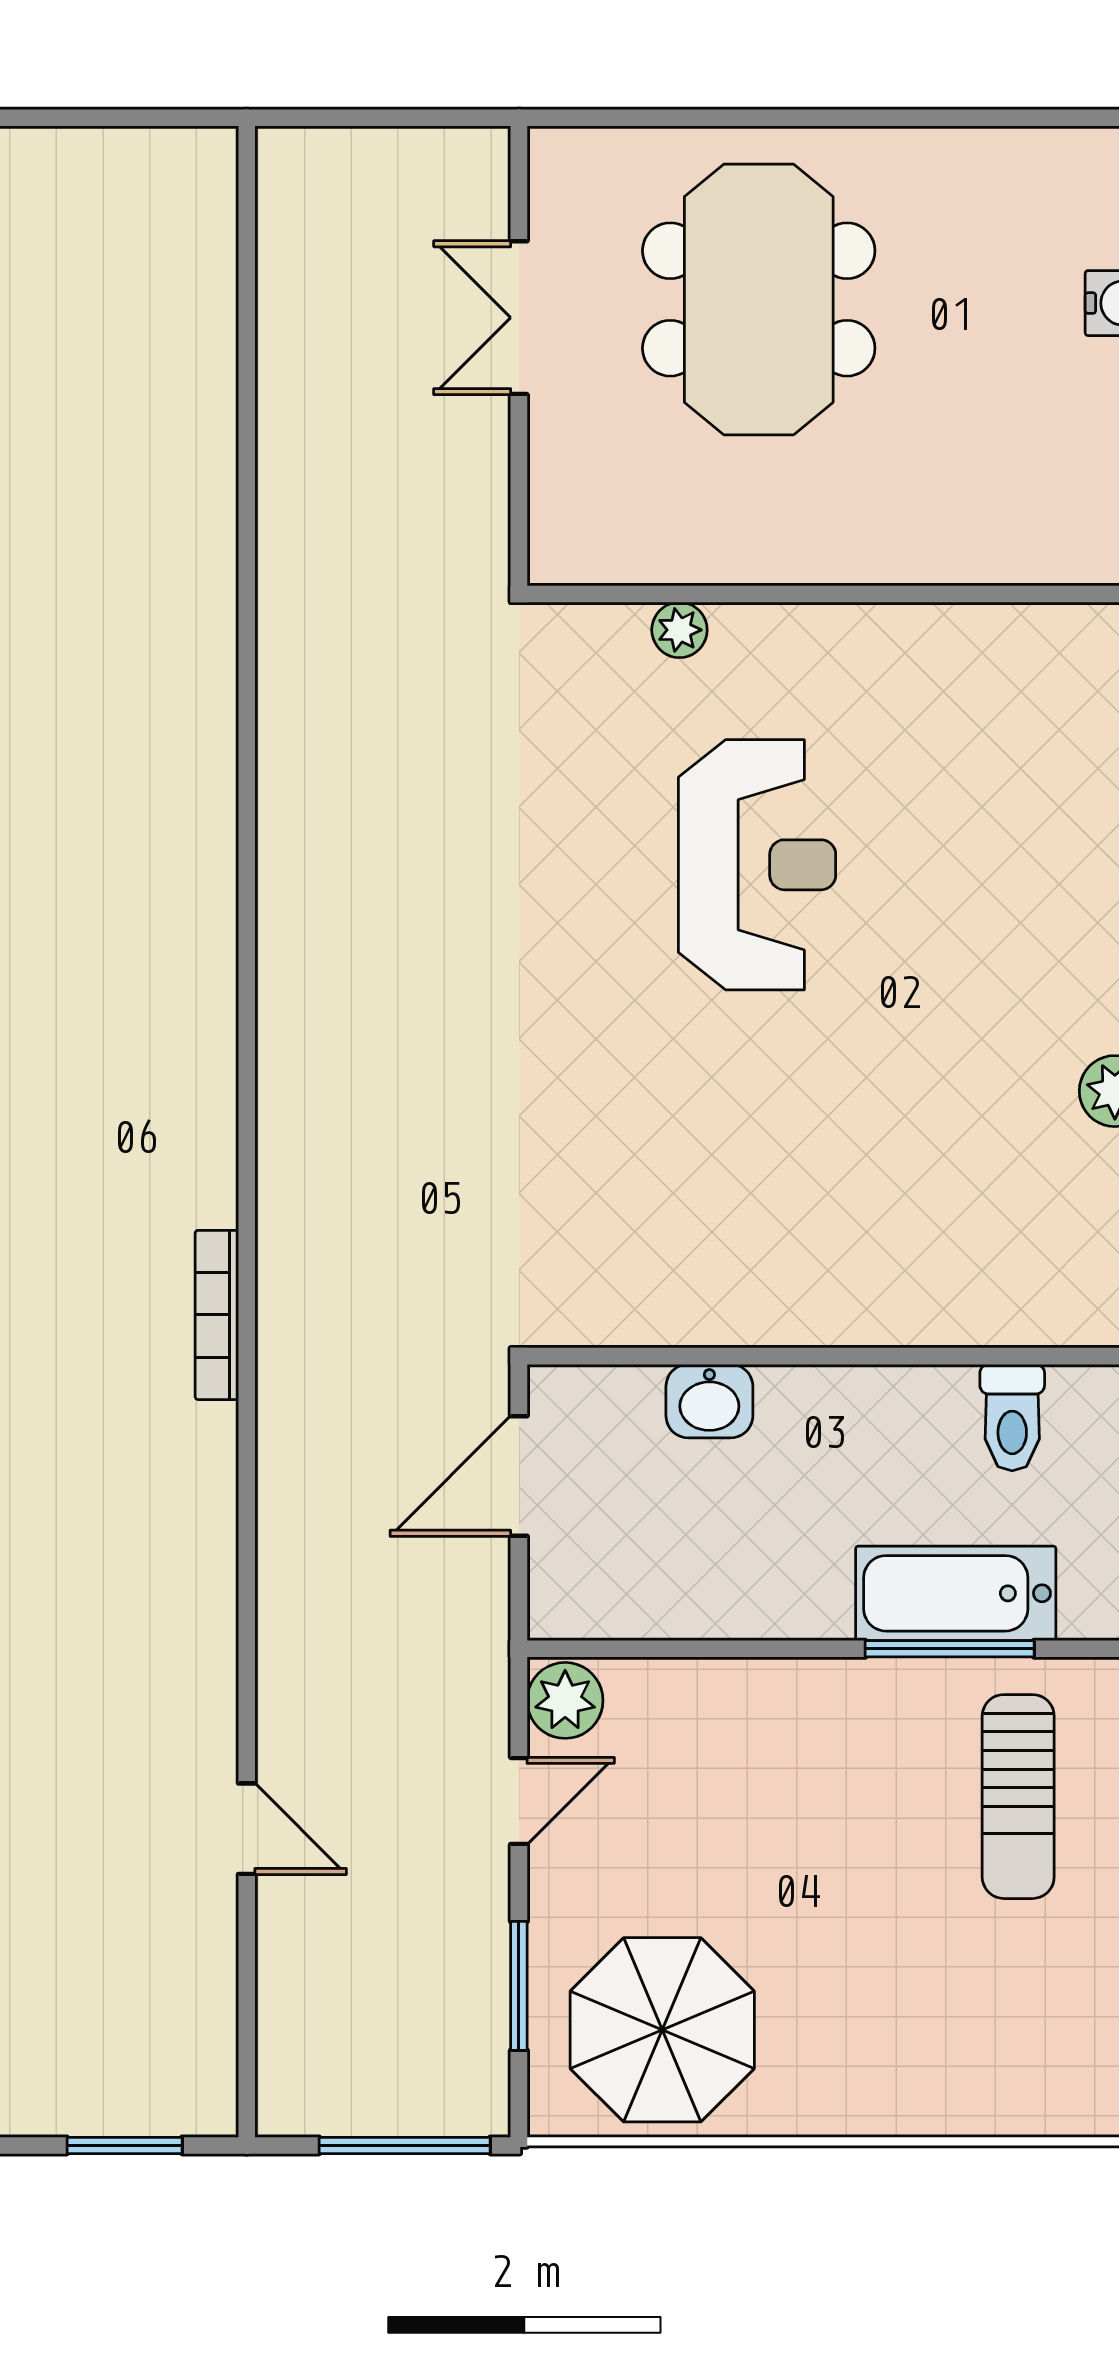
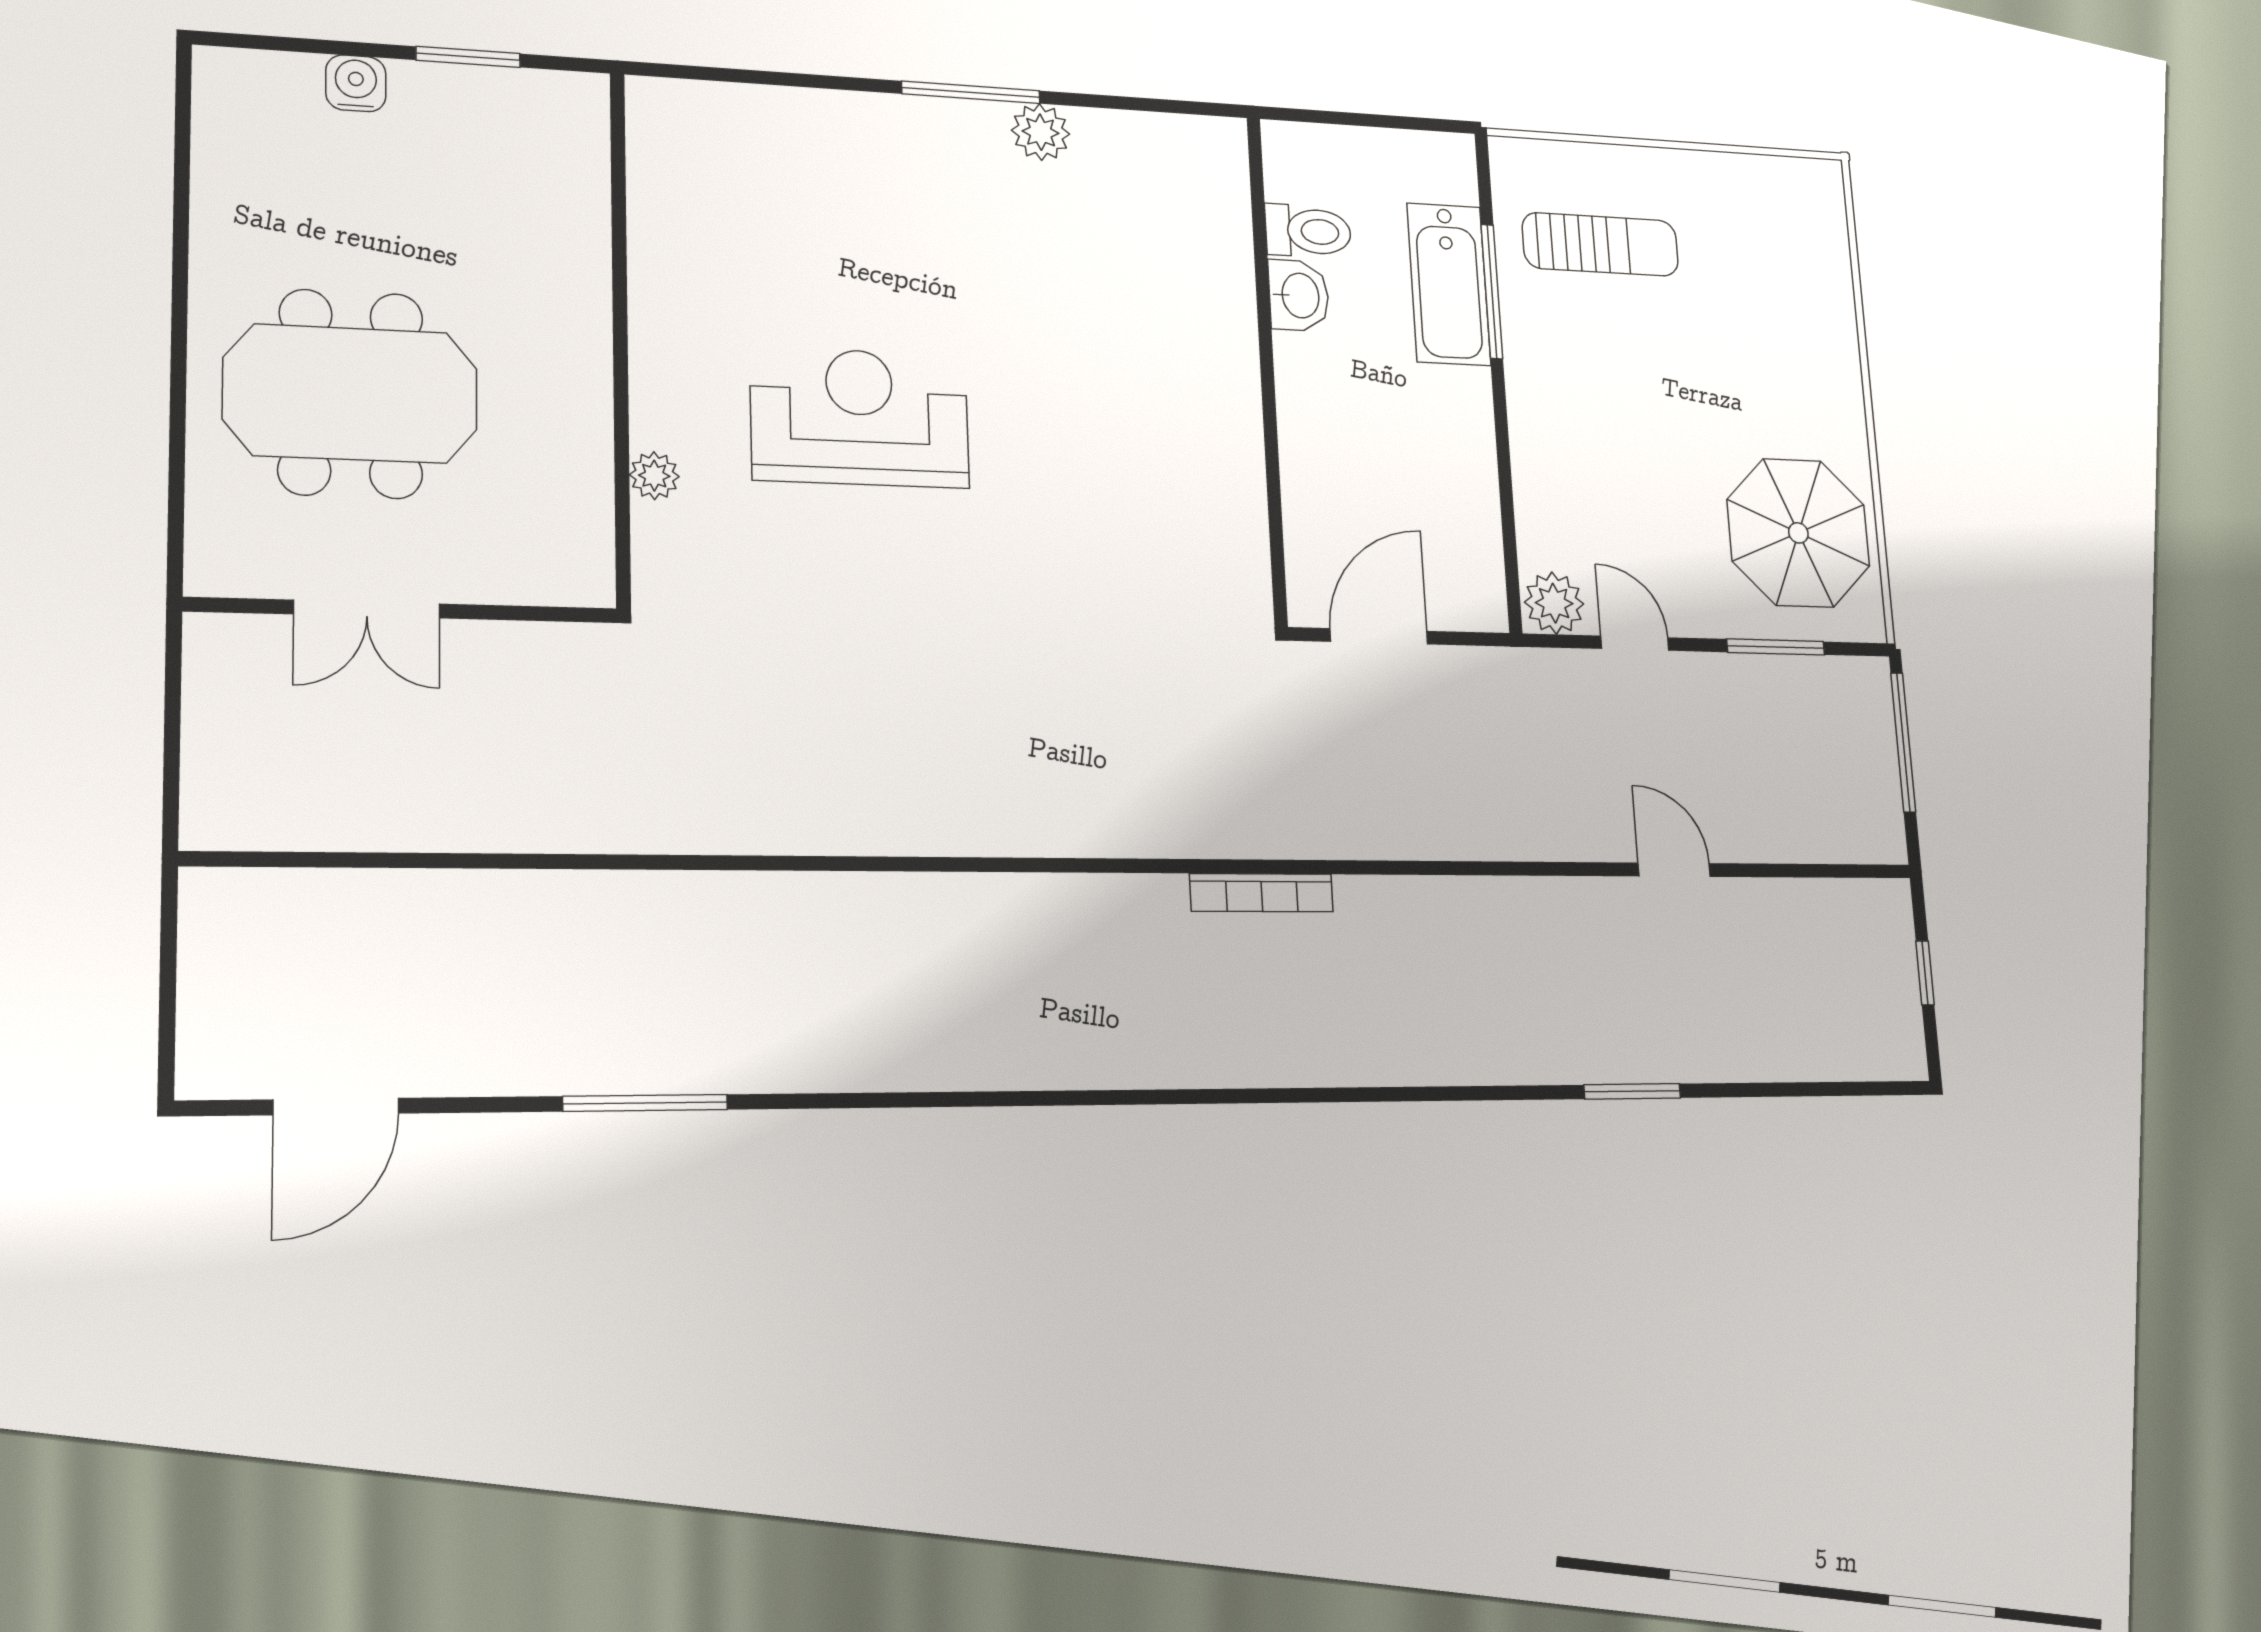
washbasin: (709, 1401) -> (1299, 295), moved
door: (519, 1476) -> (1379, 636), swing flipped
door: (247, 1829) -> (1674, 870), hinge flipped
window: (125, 2145) -> (1925, 973), width x0.67

